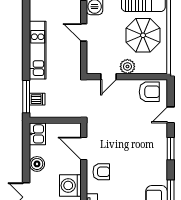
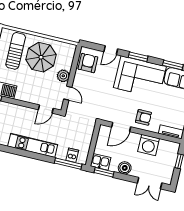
door: (84, 32) -> (46, 109), moved
door: (171, 115) -> (111, 50), hinge flipped
window: (26, 141) -> (104, 172), added
corner sofa: (147, 156) -> (140, 77), added
armchair: (101, 172) -> (143, 117), turned 90

